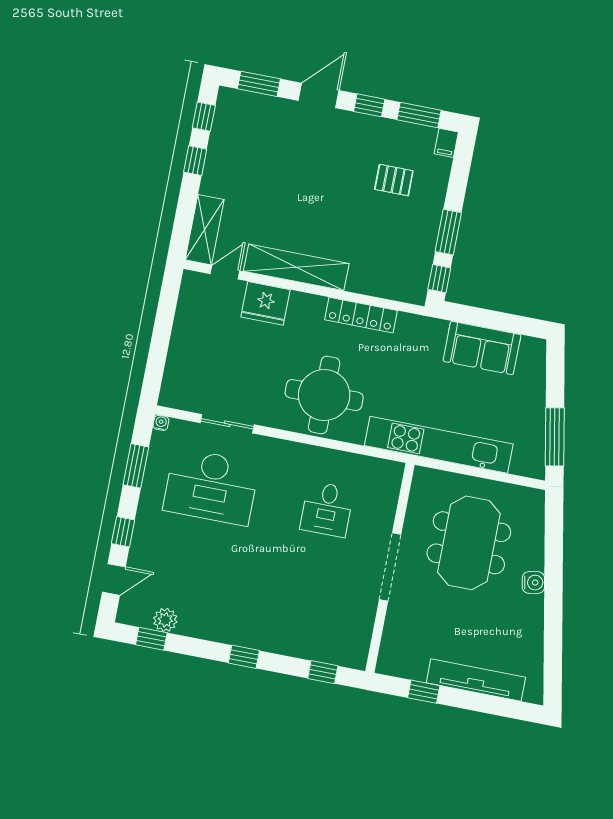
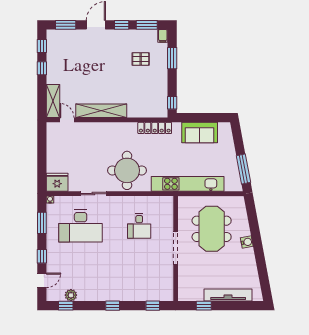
window: (448, 232) -> (172, 58), moved
door: (225, 272) -> (67, 120), hinge flipped
fridge: (265, 303) -> (57, 182), moved, turned 180
locker: (361, 315) -> (155, 128), moved
sliding door: (227, 424) -> (93, 194), moved

